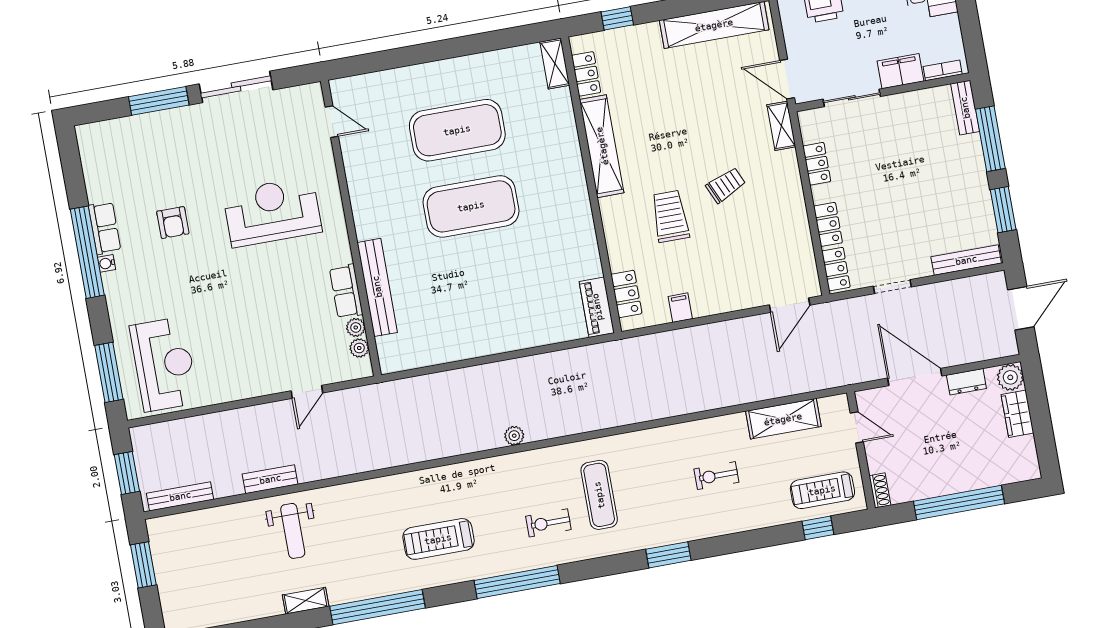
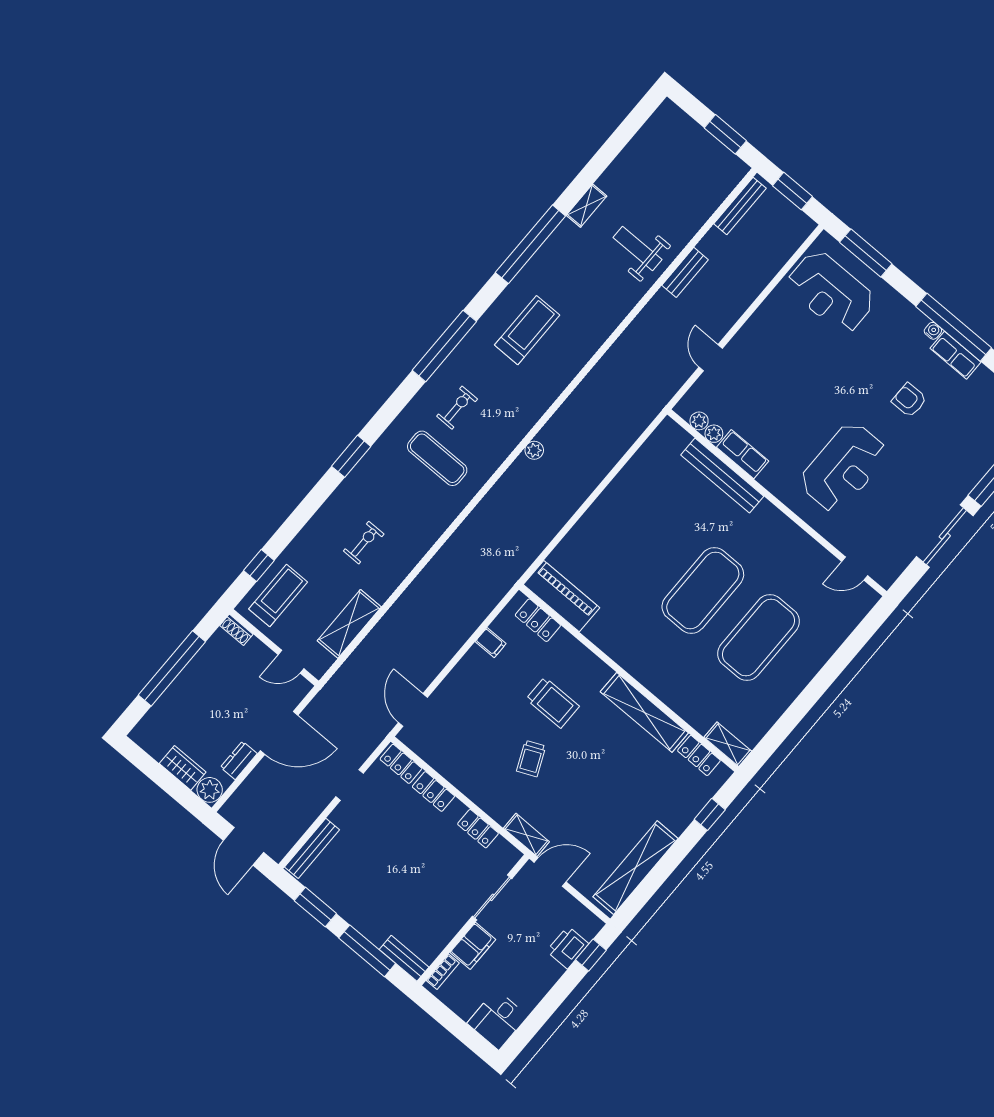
piano: (597, 307) -> (561, 596), width x1.37, depth x1.33

